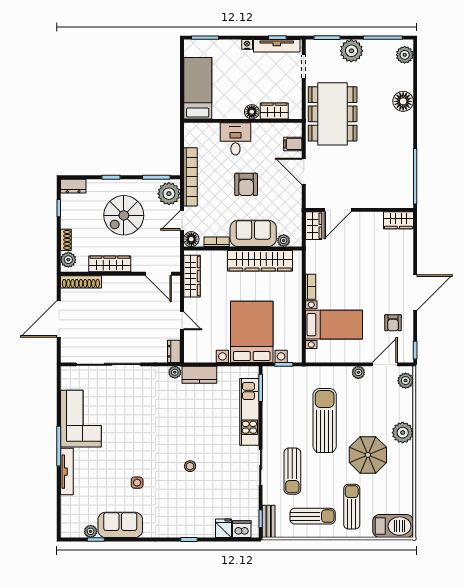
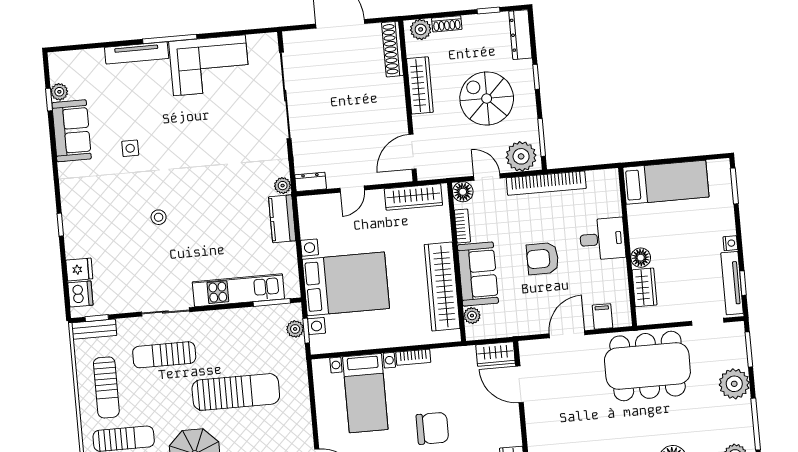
dresser: (73, 186) -> (520, 35), width x1.44
chair: (364, 277) -> (432, 428), added
plant: (358, 372) -> (295, 329), moved

